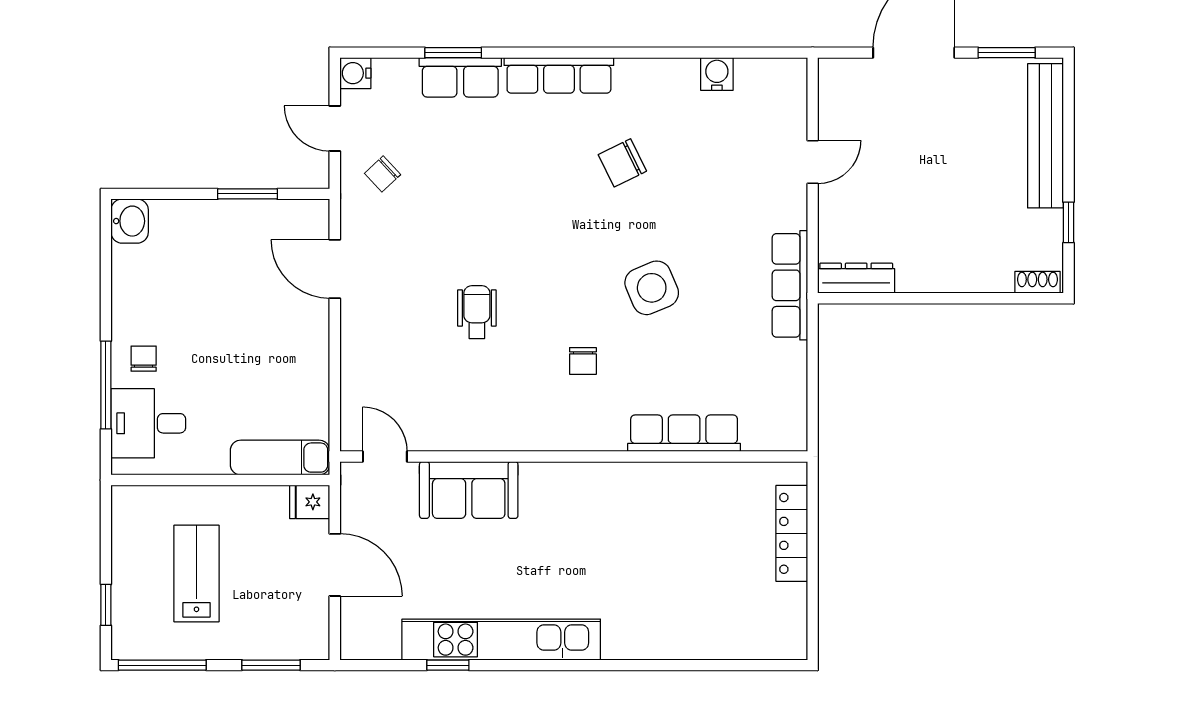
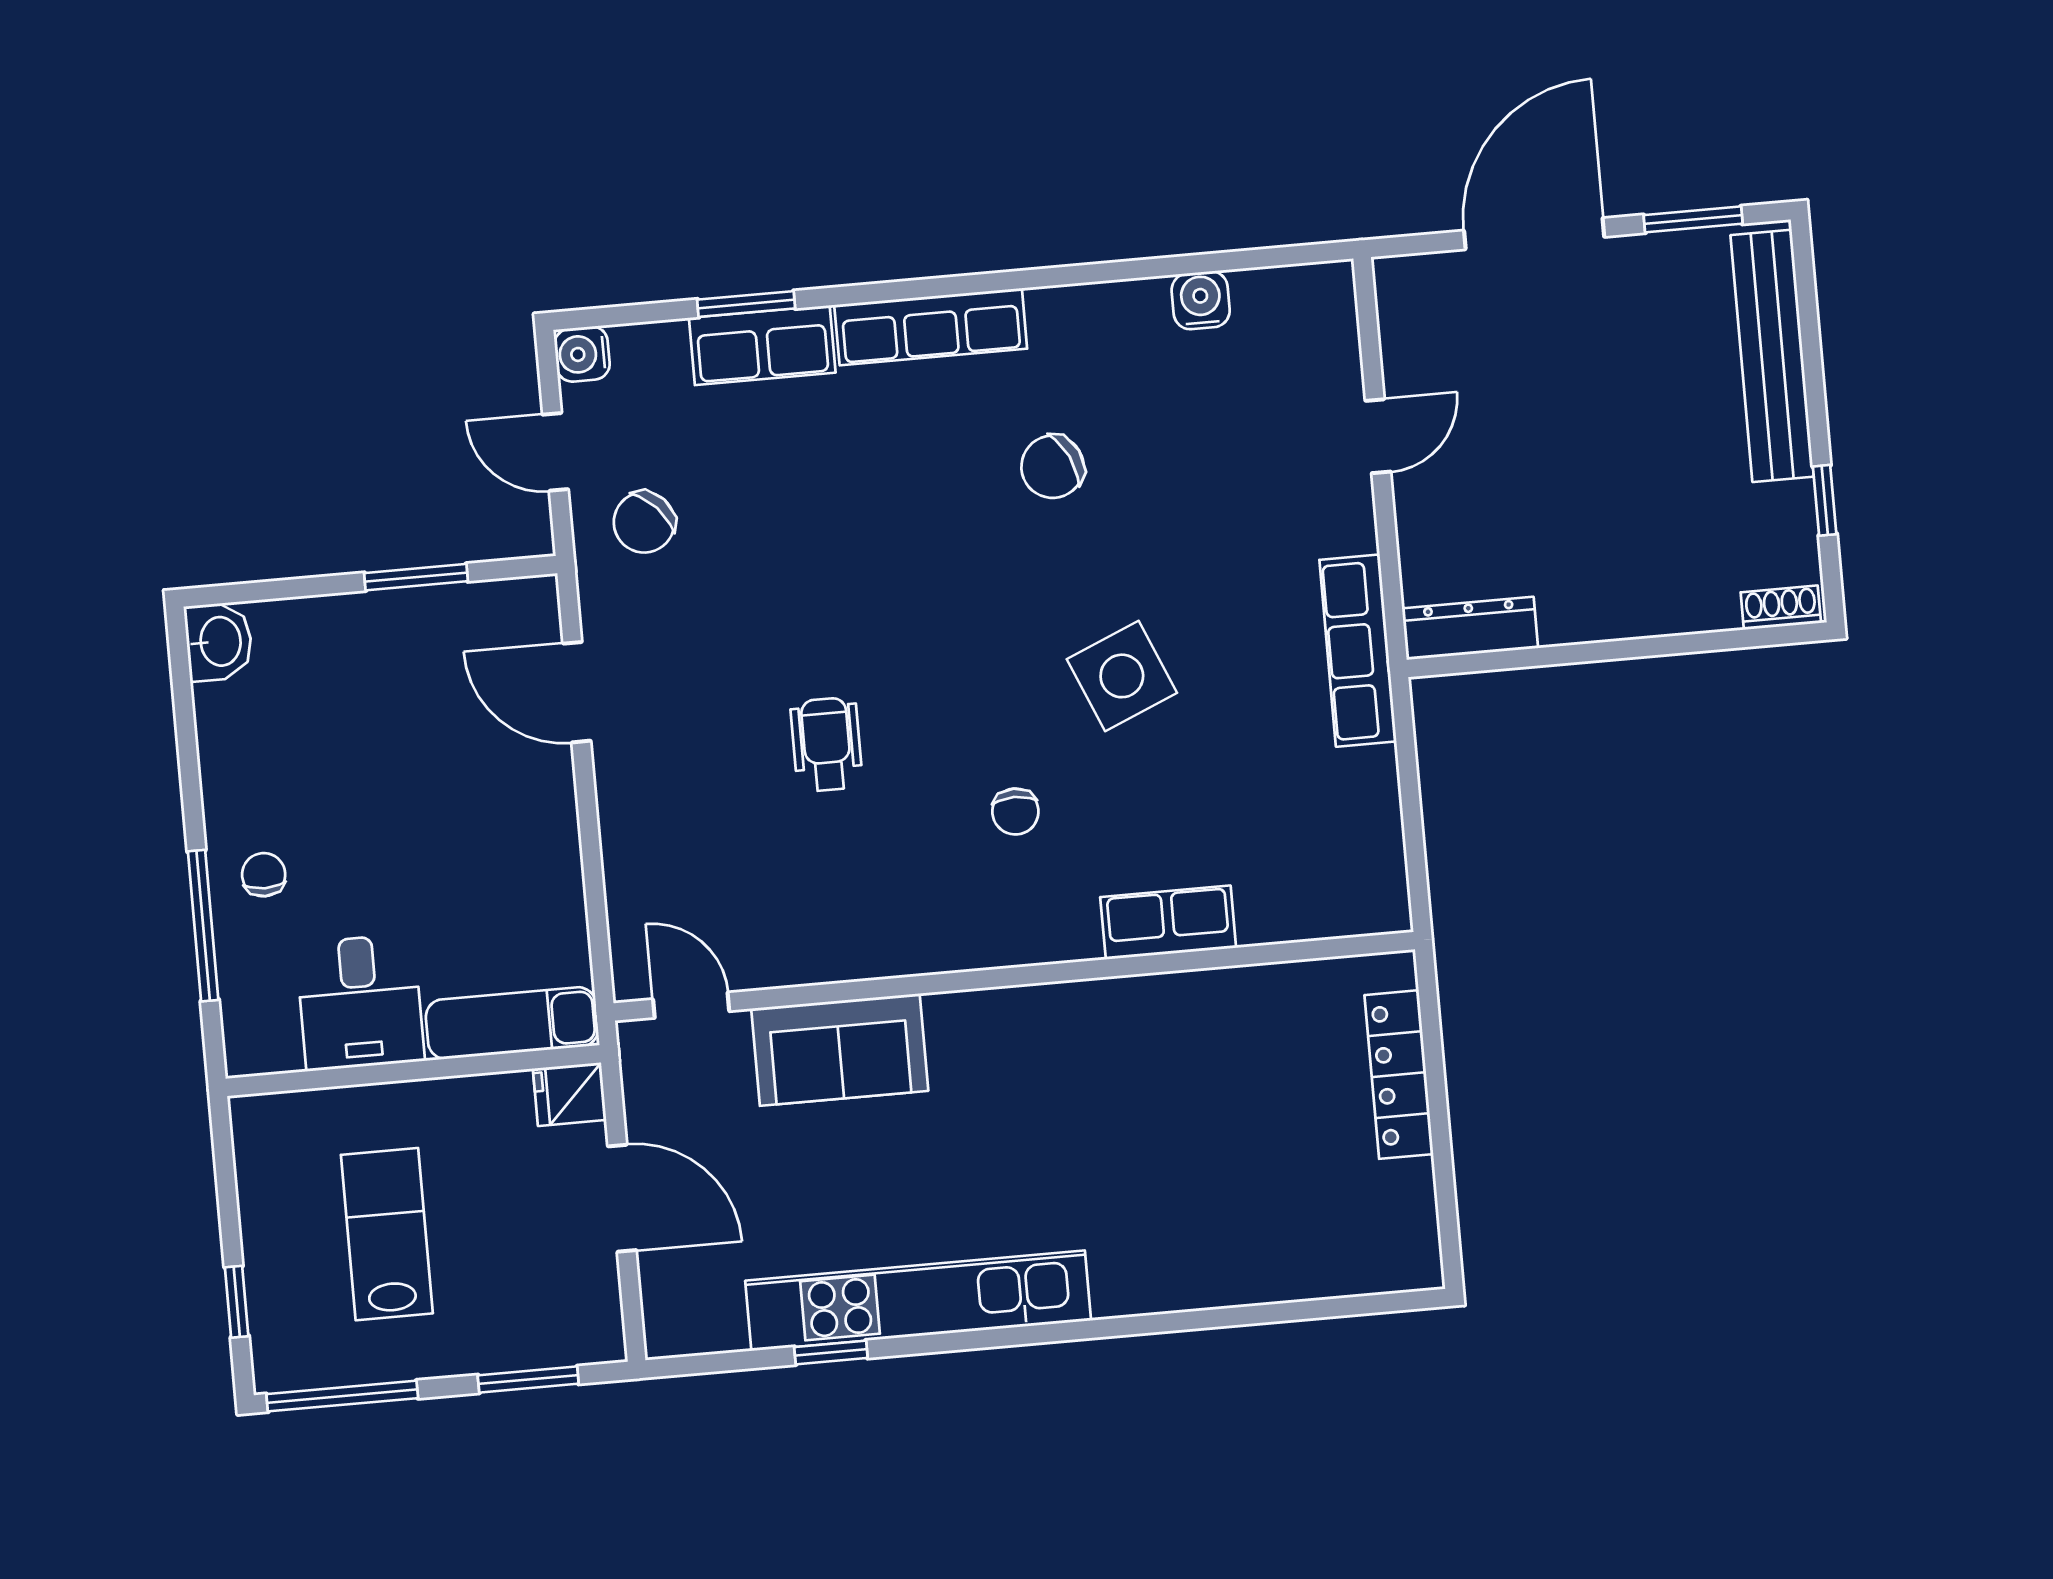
chair: (383, 174) -> (644, 522), width x1.37, depth x1.37
desk: (148, 423) -> (360, 1002), moved, turned -90
row of seats: (684, 433) -> (1168, 922), width x0.68

